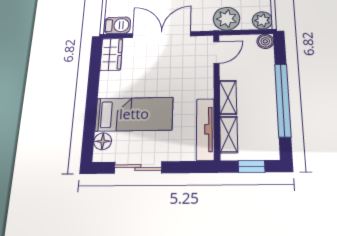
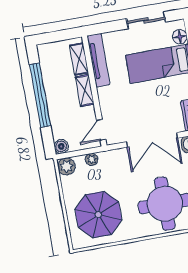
plant: (226, 19) -> (92, 159), width x0.53, depth x0.53
window: (252, 166) -> (57, 36), removed

